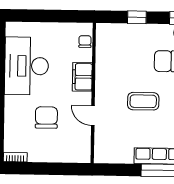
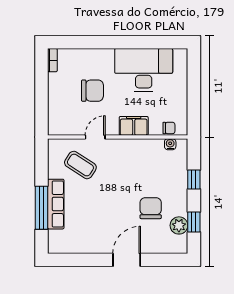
water cooler: (101, 41) -> (170, 144), added
coffee table: (143, 101) -> (80, 165), moved, turned -57

